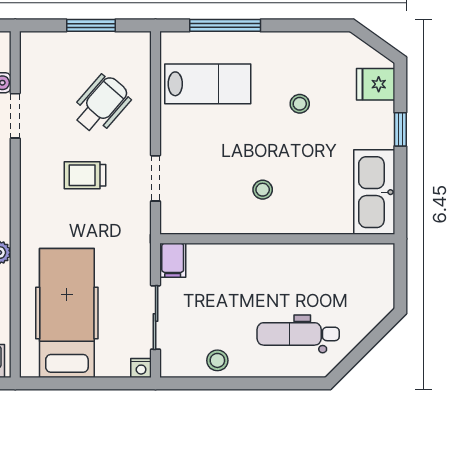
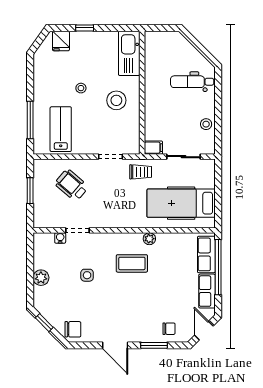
stool: (300, 104) -> (81, 88), moved
trolley: (85, 175) -> (141, 172), moved, turned -90
stool: (263, 190) -> (116, 100), width x1.89, depth x1.89
kitchen sink: (374, 192) -> (129, 53), moved, turned 90
dental chair: (298, 334) -> (192, 82), turned 90
nightstand: (141, 368) -> (210, 164), removed

